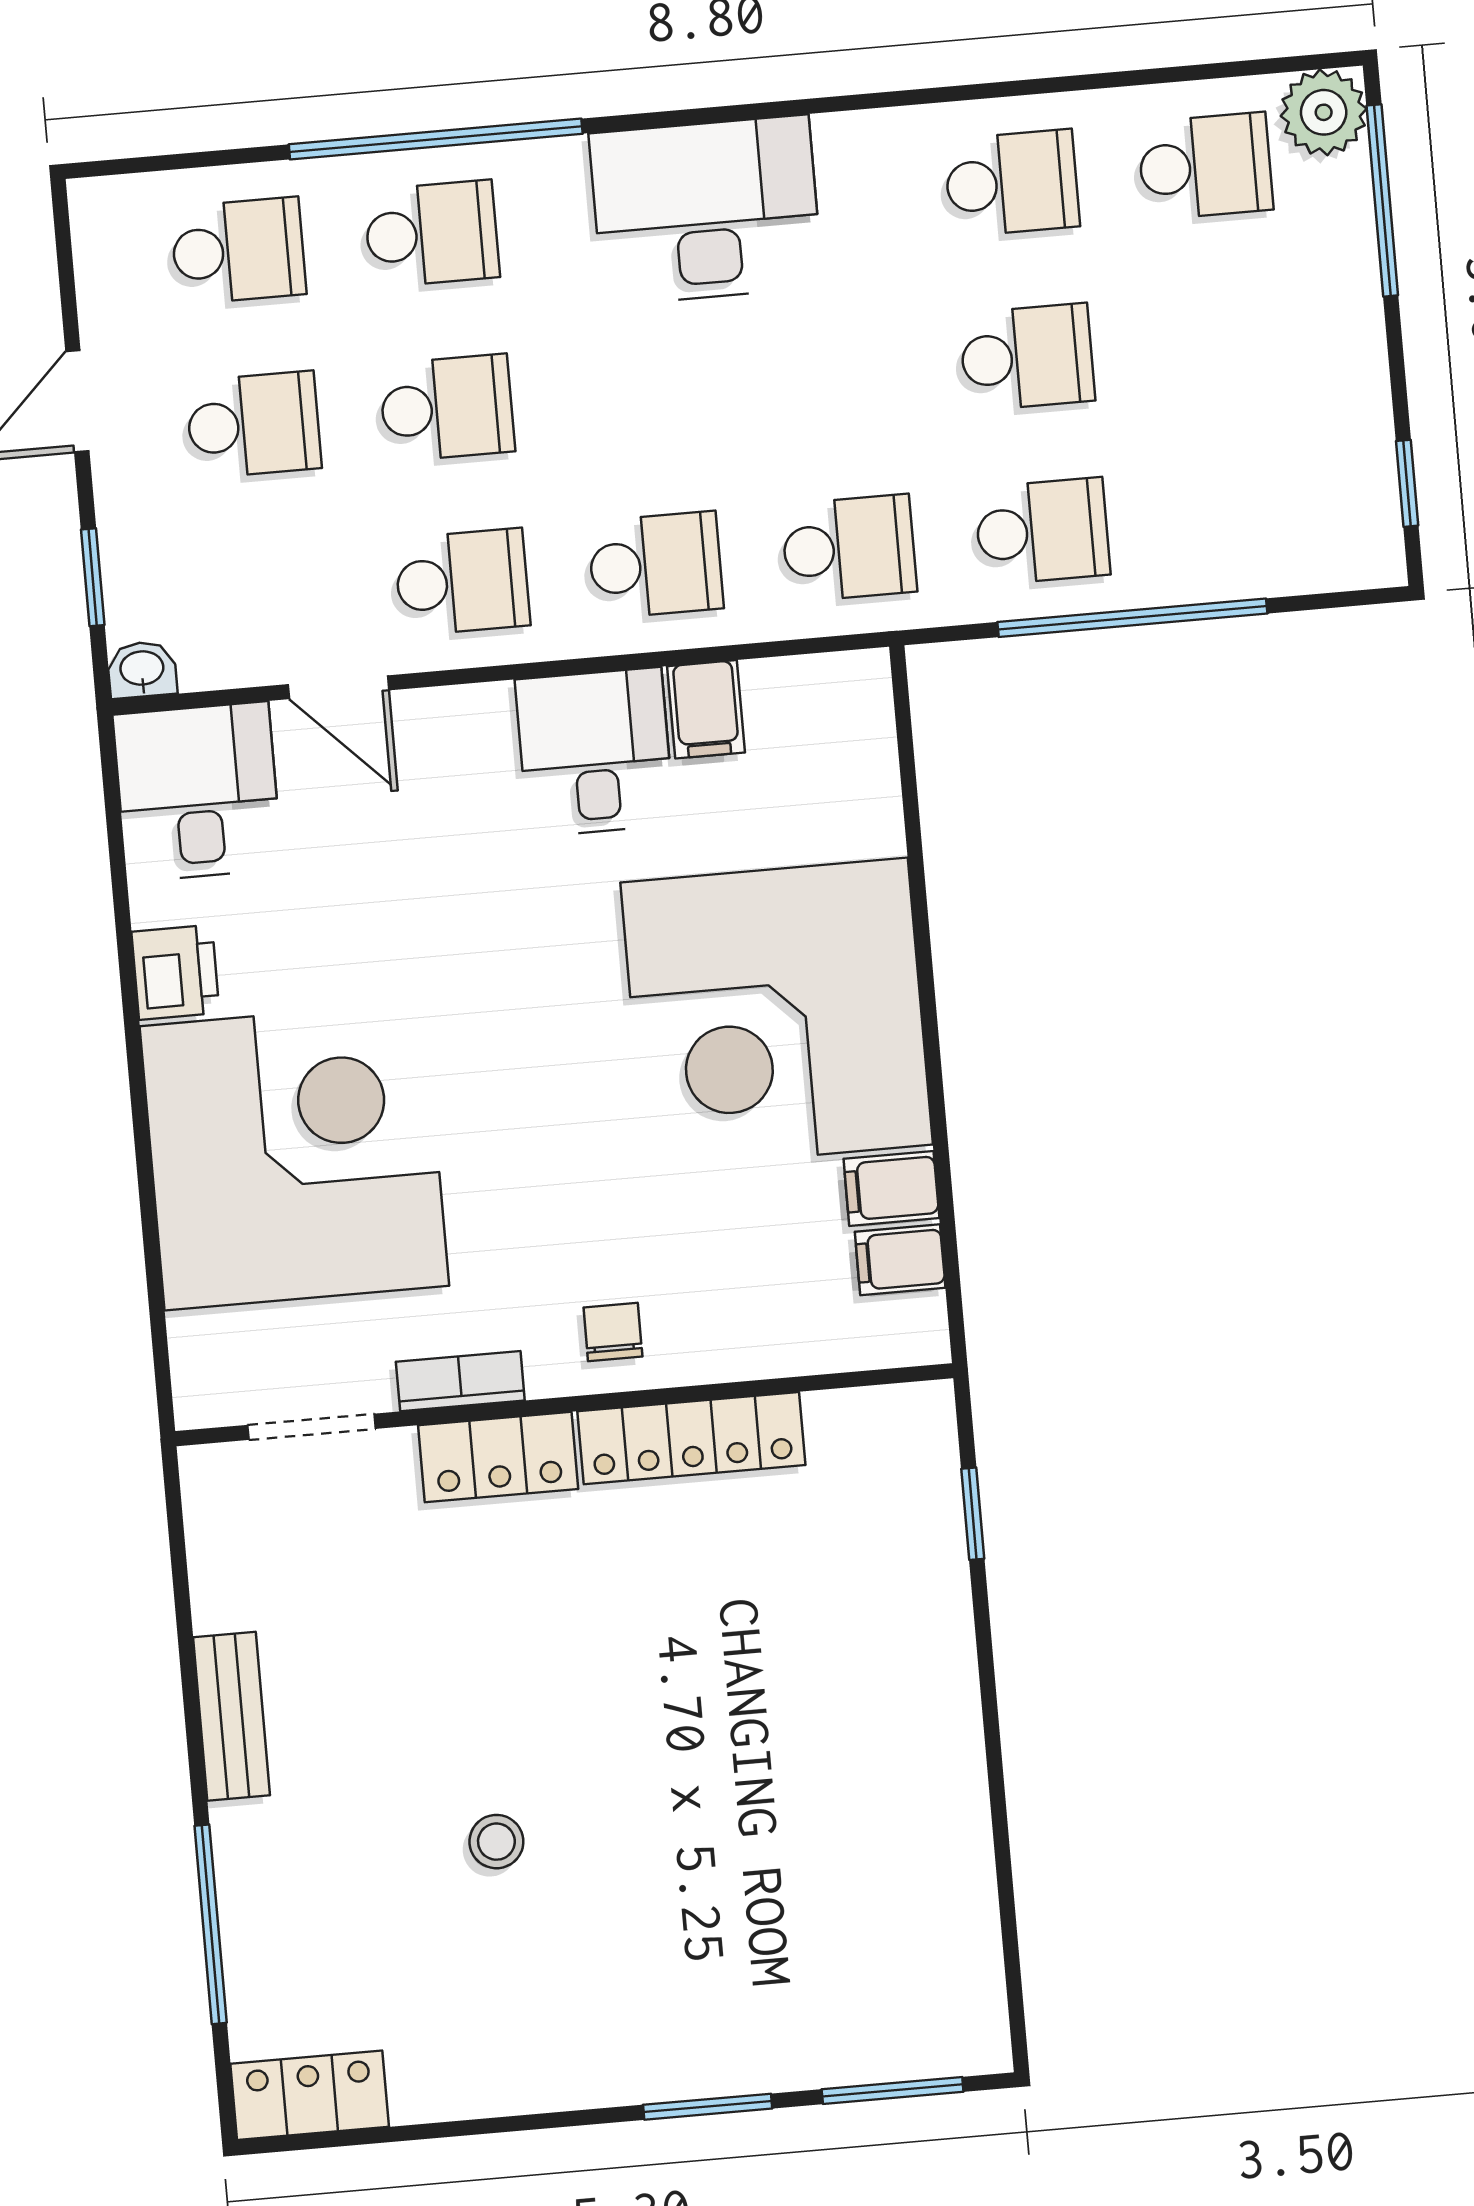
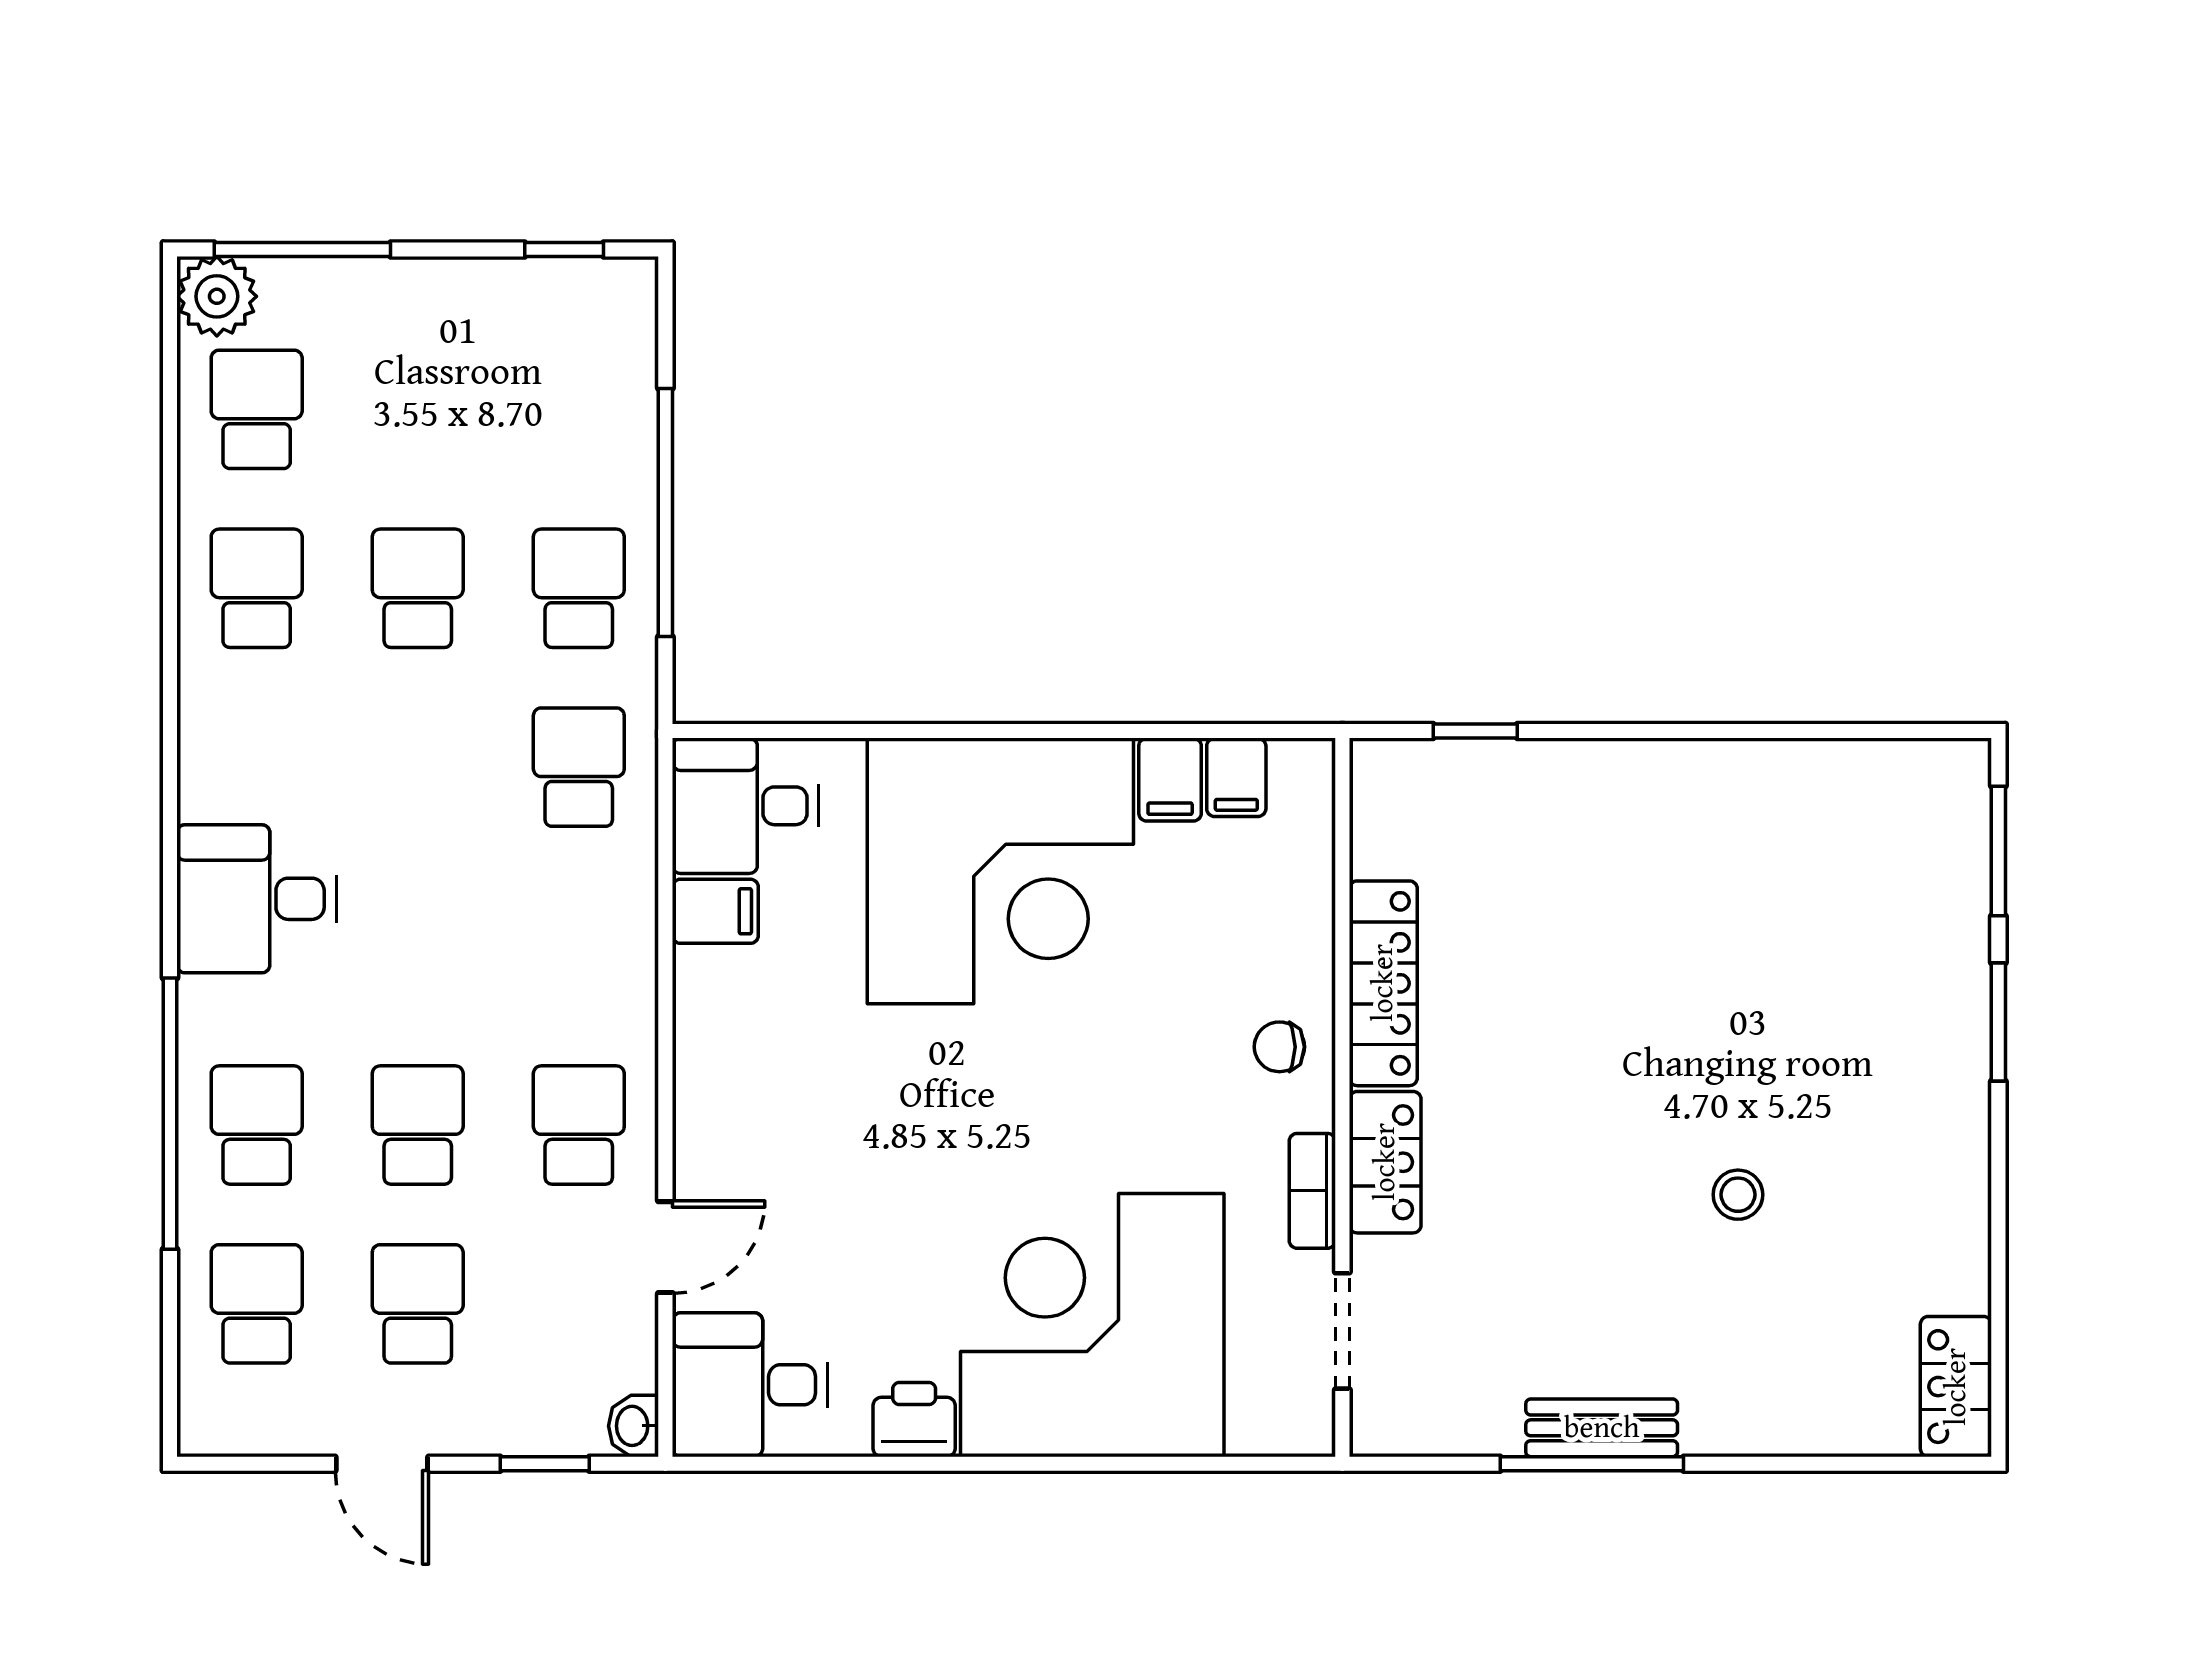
desk: (706, 210) -> (257, 899), width x0.73
school desk: (656, 565) -> (579, 946), removed
desk: (595, 752) -> (746, 806), moved
window: (211, 1924) -> (1592, 1464), moved

